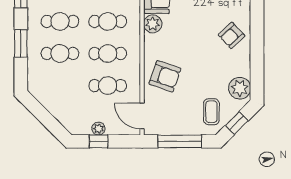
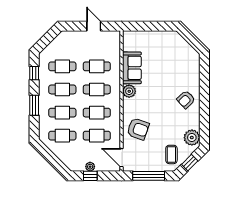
cafe table: (60, 86) -> (62, 136), added

